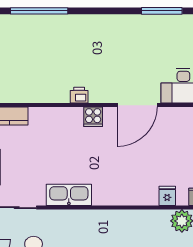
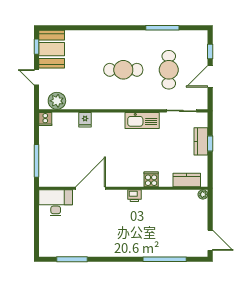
cooker: (93, 117) -> (151, 179), moved
fridge: (167, 196) -> (85, 120), moved

